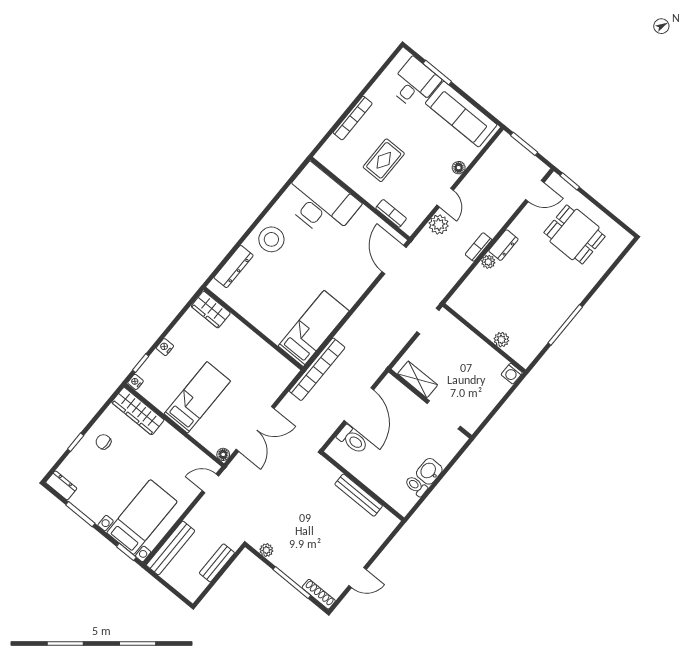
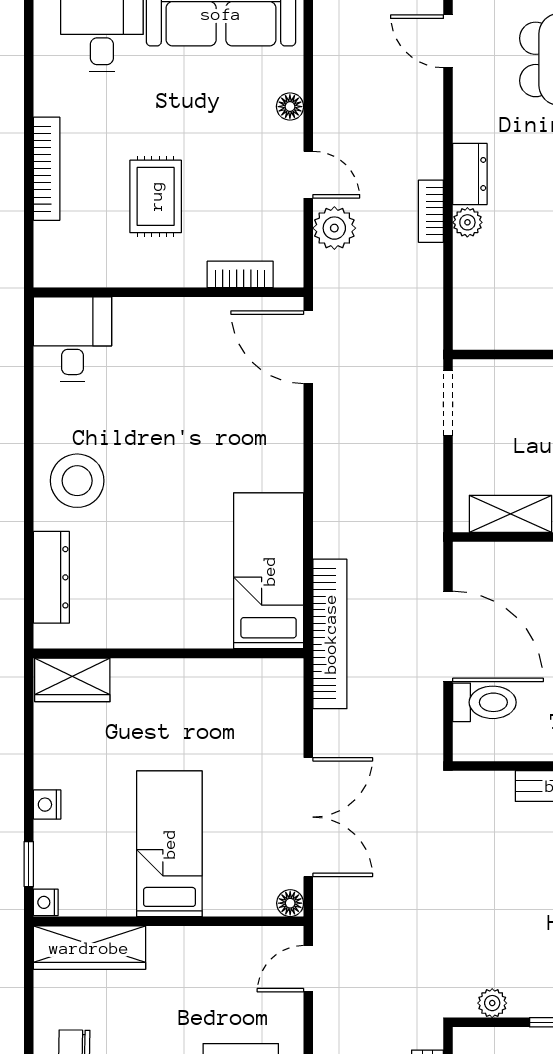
door: (535, 191) -> (448, 41), swing flipped
desk: (320, 202) -> (72, 339), width x0.53, depth x0.77

